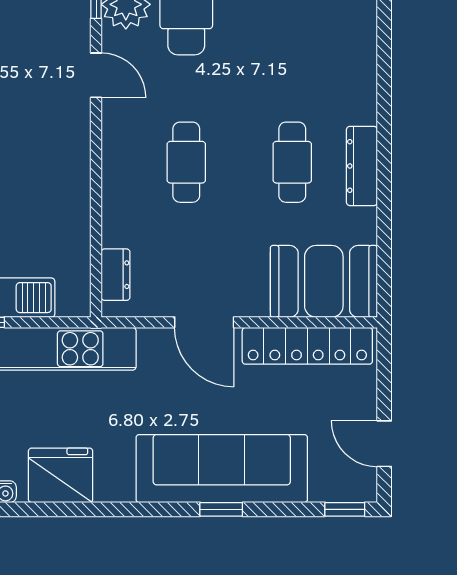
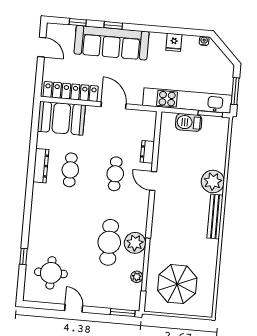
door: (96, 75) -> (153, 181), moved
dresser: (116, 275) -> (147, 152), moved
fridge: (61, 475) -> (174, 42), width x0.53, depth x0.75
window: (345, 509) -> (78, 22), moved

